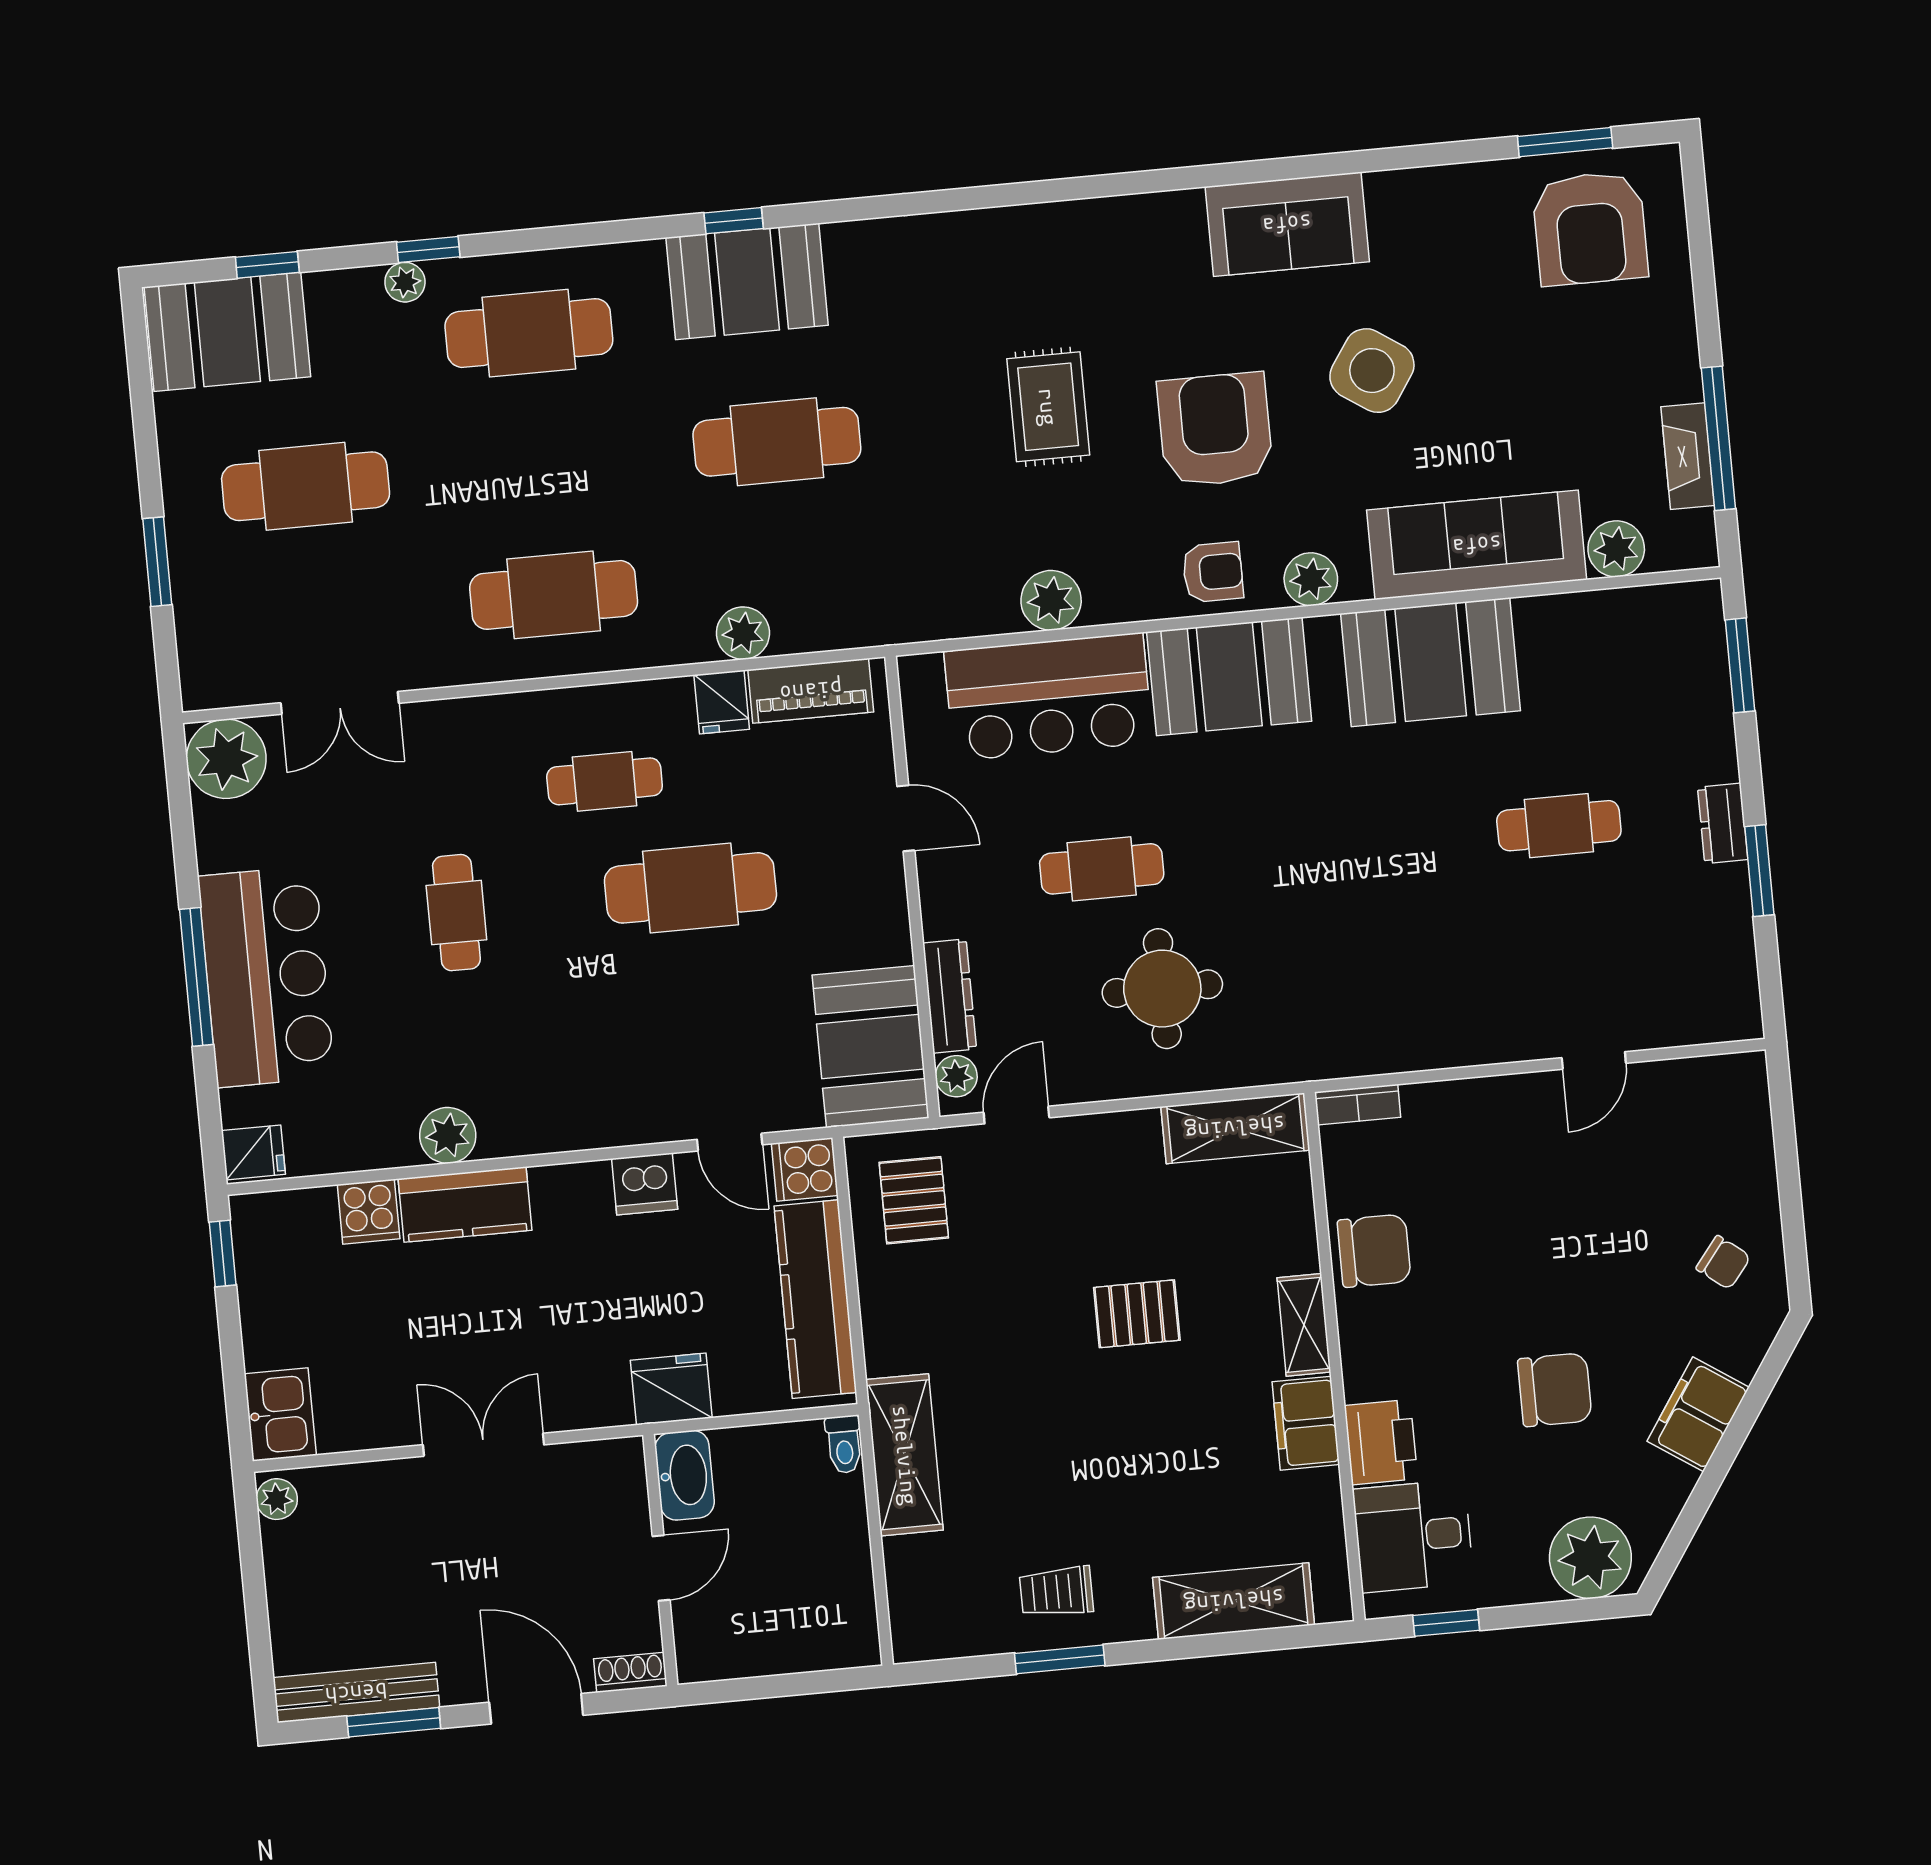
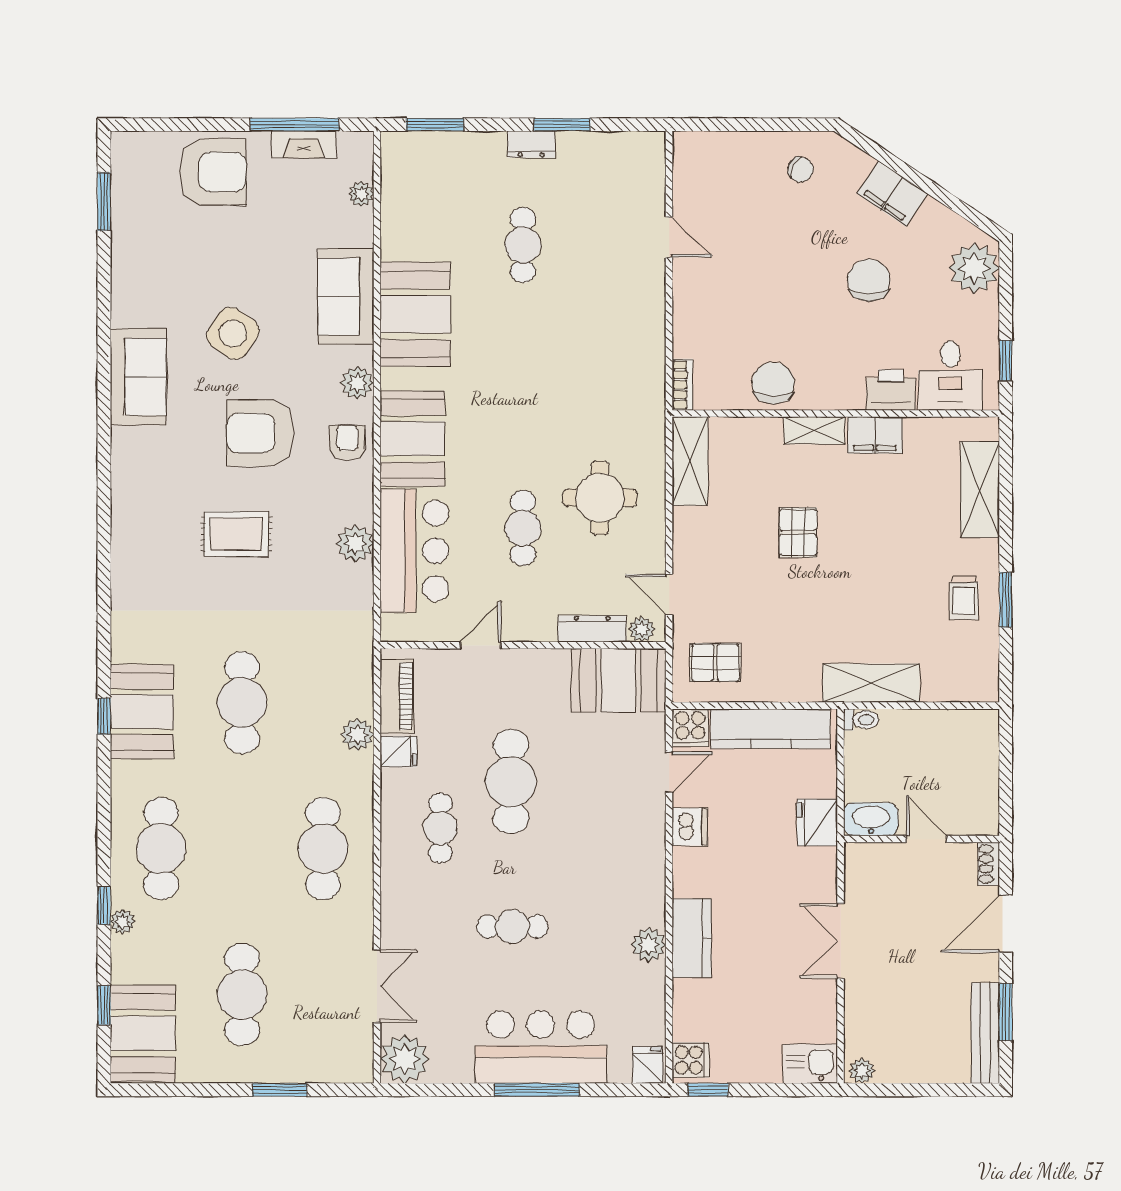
armchair: (1590, 228) -> (213, 172), moved
sofa: (1477, 545) -> (346, 297), width x0.73
plant: (1616, 549) -> (361, 194), width x0.73, depth x0.73
cooker: (369, 1212) -> (691, 1060), moved
chair: (1723, 1263) -> (801, 169), turned 78

